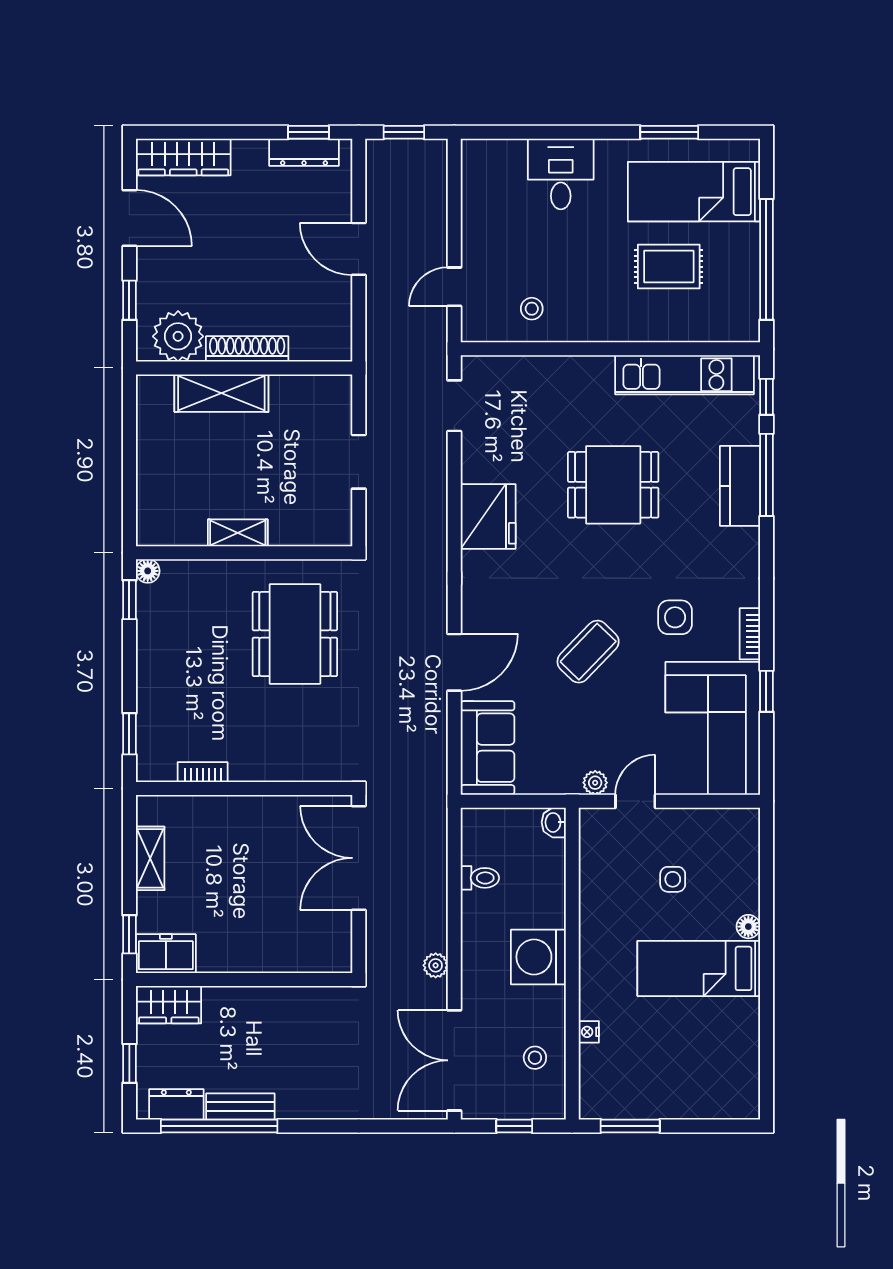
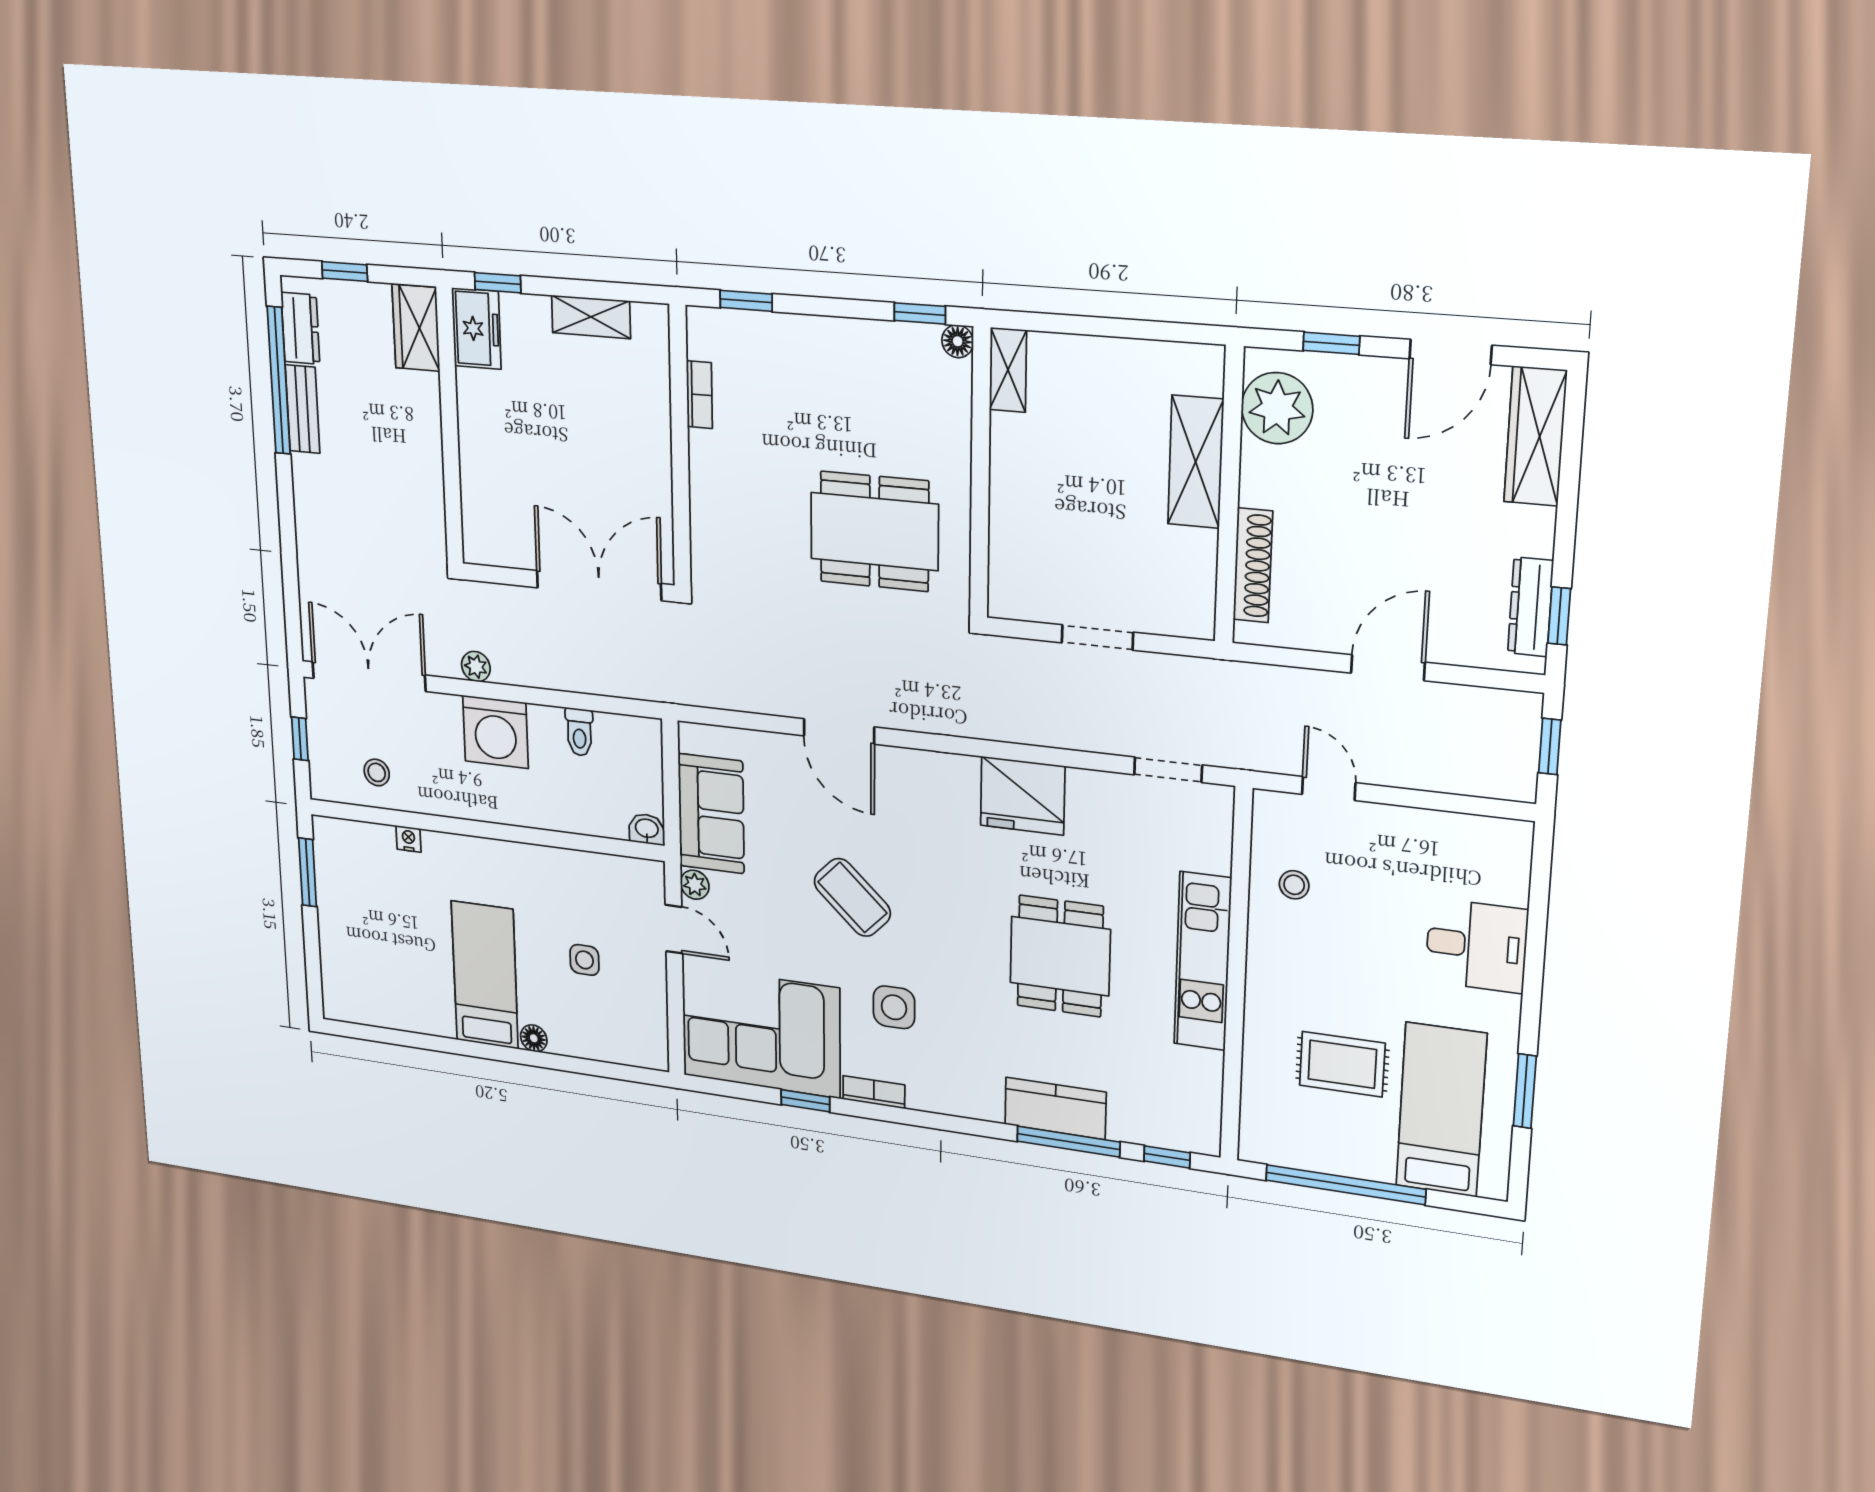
rug: (669, 267) -> (1342, 1064), turned 90
shoe rack: (247, 349) -> (1253, 565), moved
kitchen unit: (685, 375) -> (1203, 961), moved
shelving: (238, 533) -> (1008, 370), moved
sofa: (488, 748) -> (711, 814), moved, turned -90
washing machine: (538, 957) -> (495, 732), moved, turned 180

